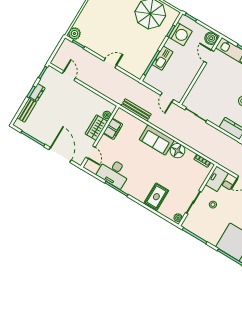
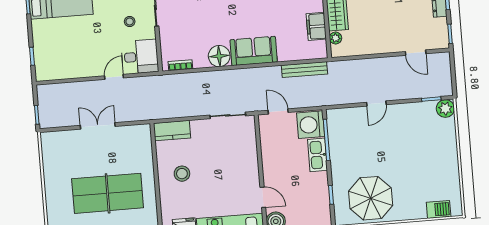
washing machine: (180, 34) -> (311, 125), moved

